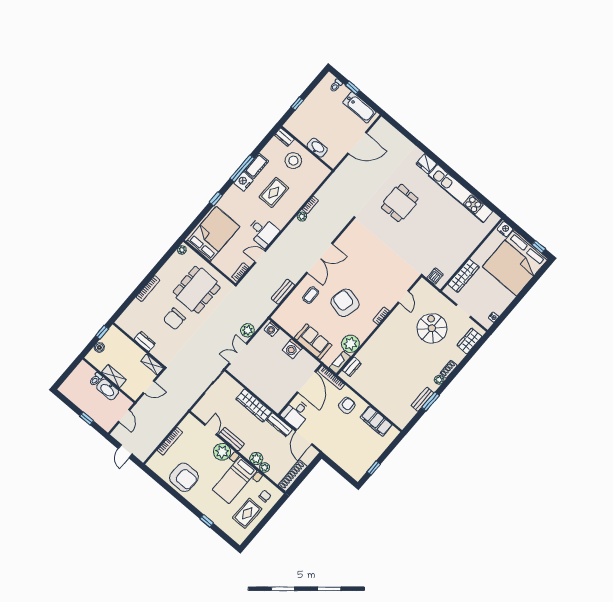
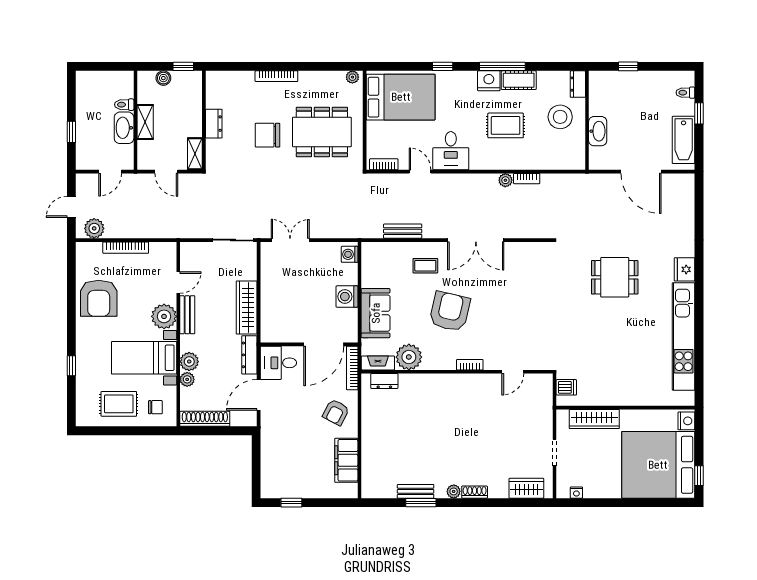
spiral stairs: (432, 328) -> (505, 434), removed
plant: (248, 330) -> (94, 228), moved
armchair: (347, 405) -> (336, 412), turned 118

